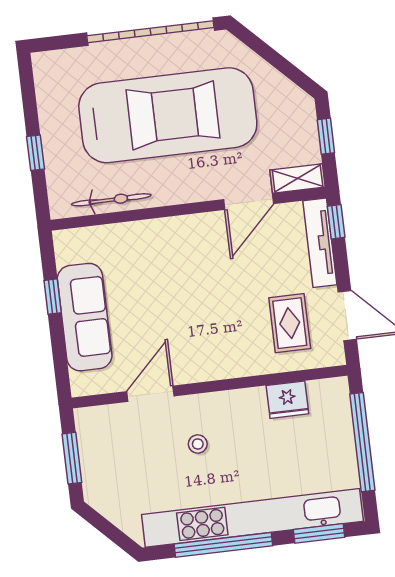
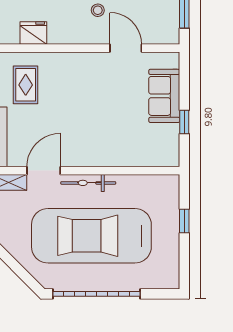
bicycle: (111, 200) -> (88, 183), moved
sofa: (85, 317) -> (164, 96), width x0.73
door: (150, 394) -> (126, 48), swing flipped

